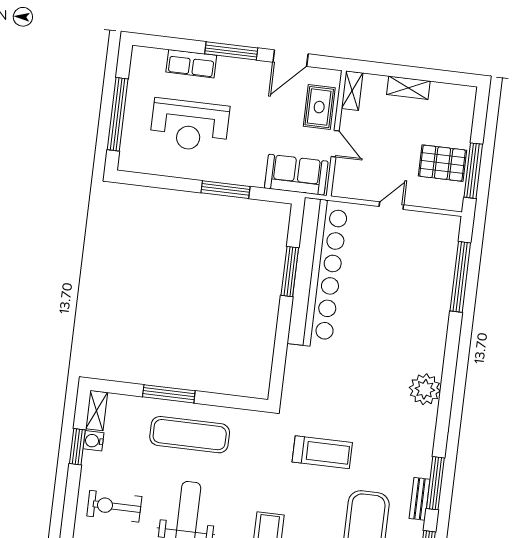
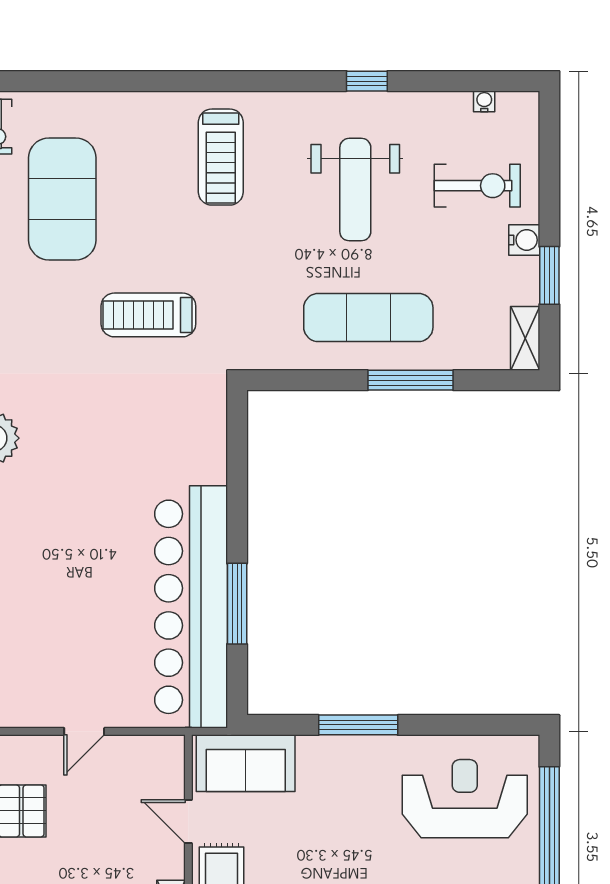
reception desk: (190, 125) -> (465, 799), moved
water cooler: (93, 441) -> (524, 240), moved

